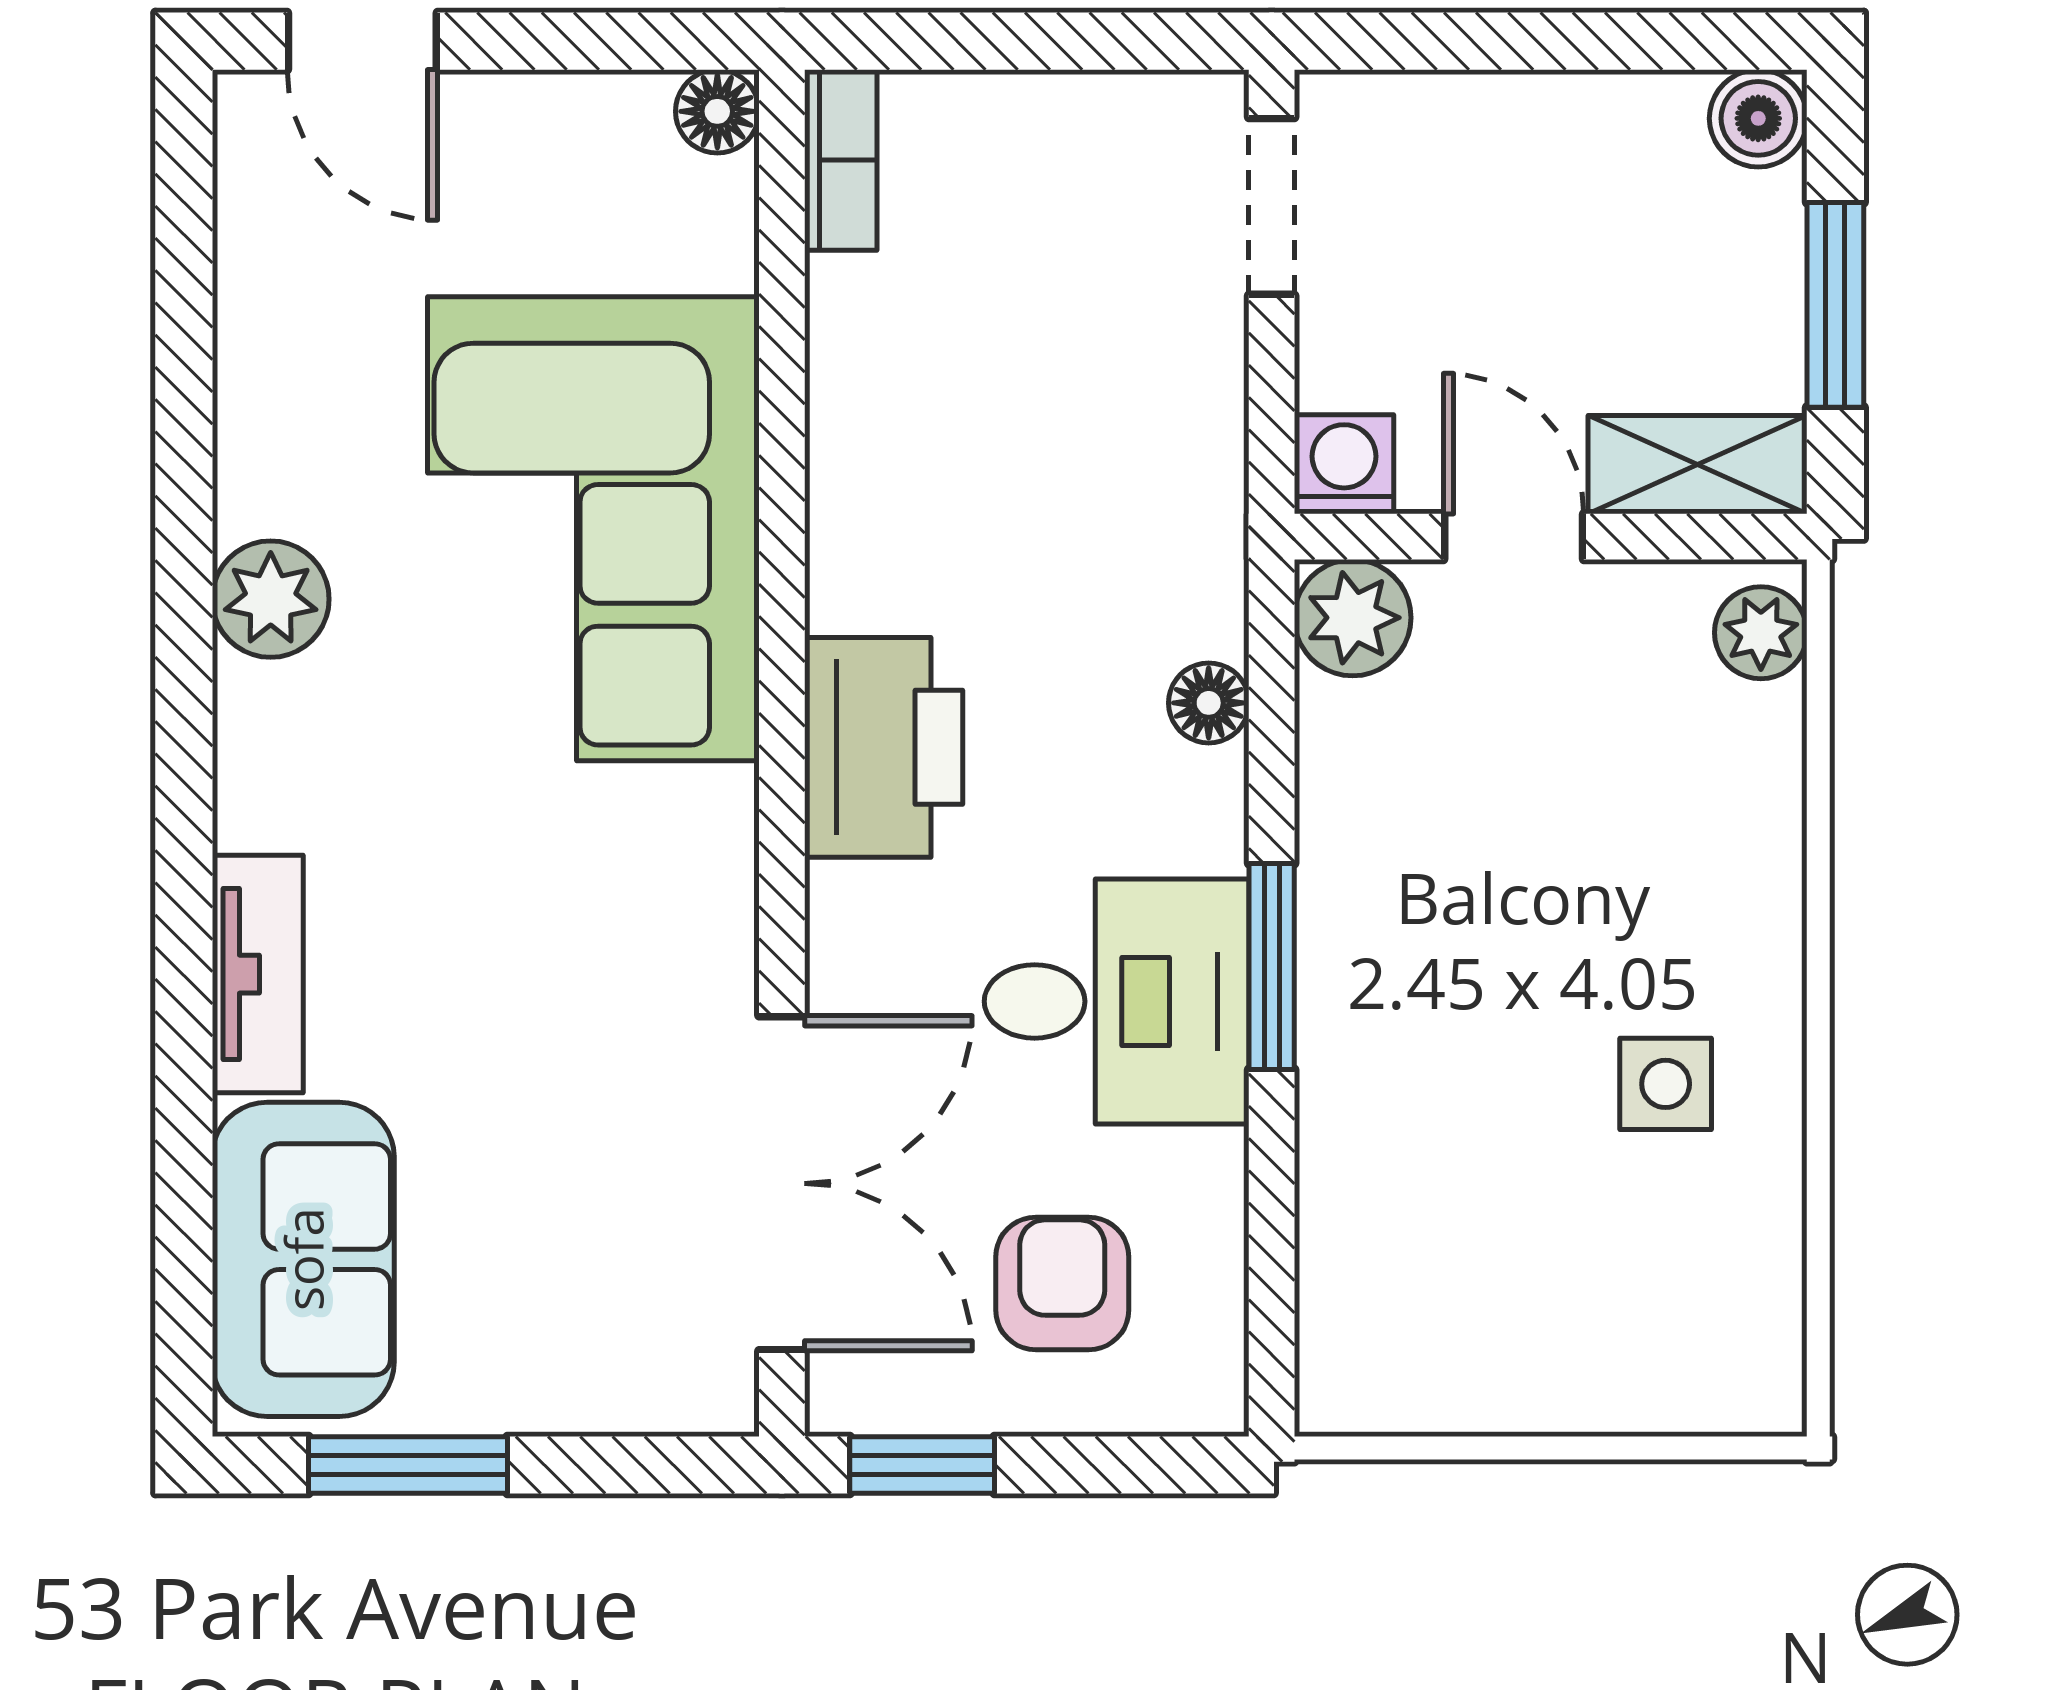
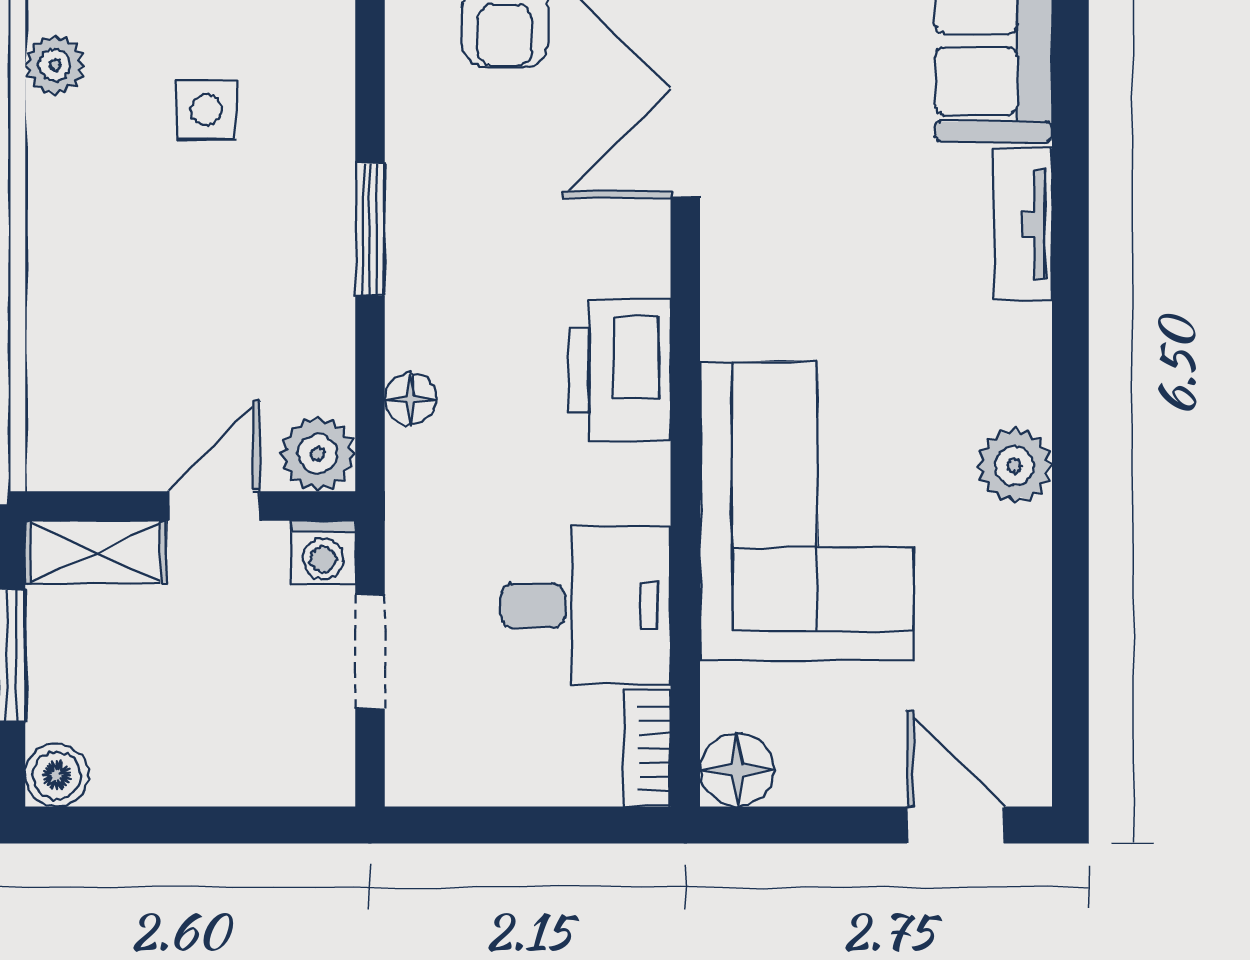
floor lamp: (717, 111) -> (737, 770), width x1.37, depth x1.37
doorway: (1272, 206) -> (370, 652), moved
door: (1514, 537) -> (214, 506), swing flipped
plant: (1761, 633) -> (55, 65), moved
desk: (1117, 1001) -> (585, 606), moved, turned 180
side table: (1666, 1084) -> (206, 110), moved

